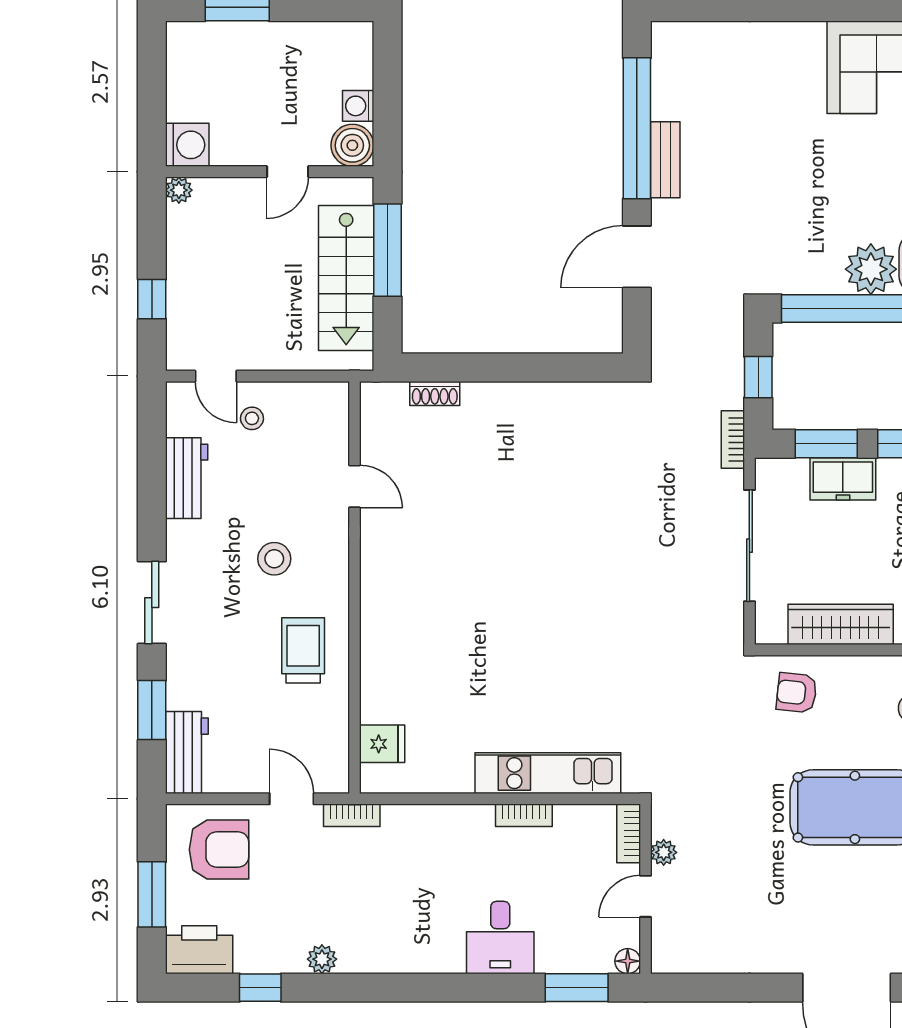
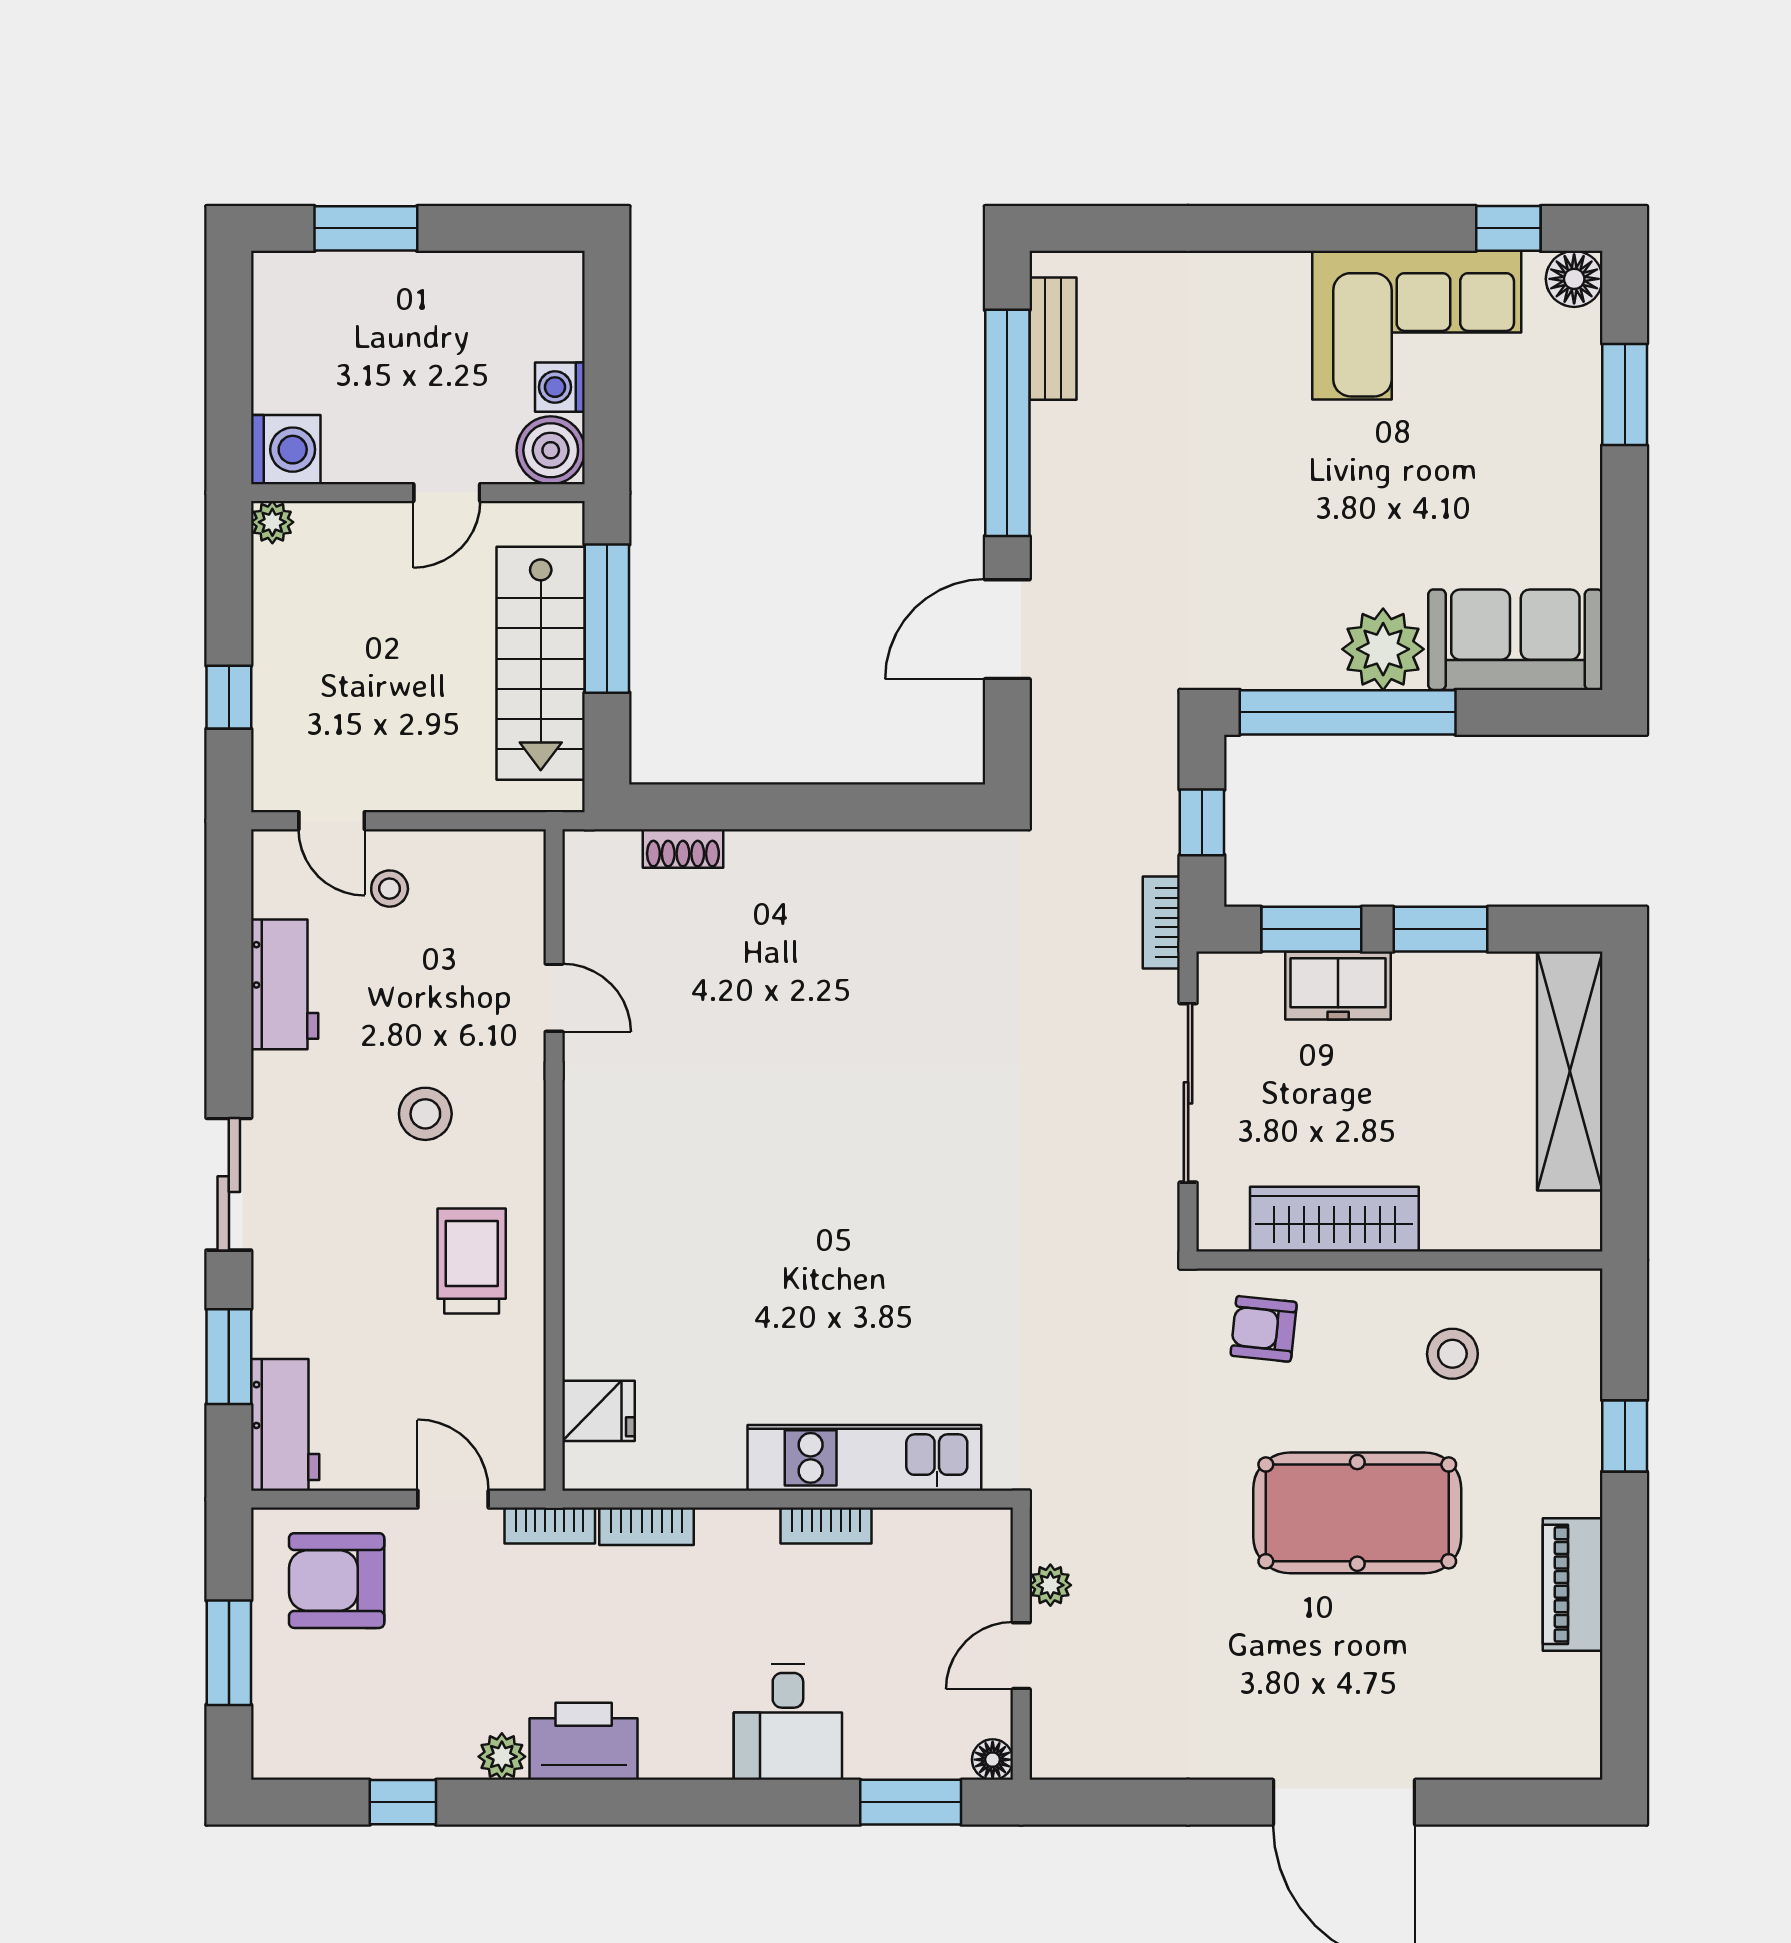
bench: (665, 160) -> (1053, 339), moved
bookcase: (629, 833) -> (647, 1526), moved, turned -90
armchair: (219, 850) -> (337, 1581), turned 180
printer: (199, 950) -> (584, 1741), moved

